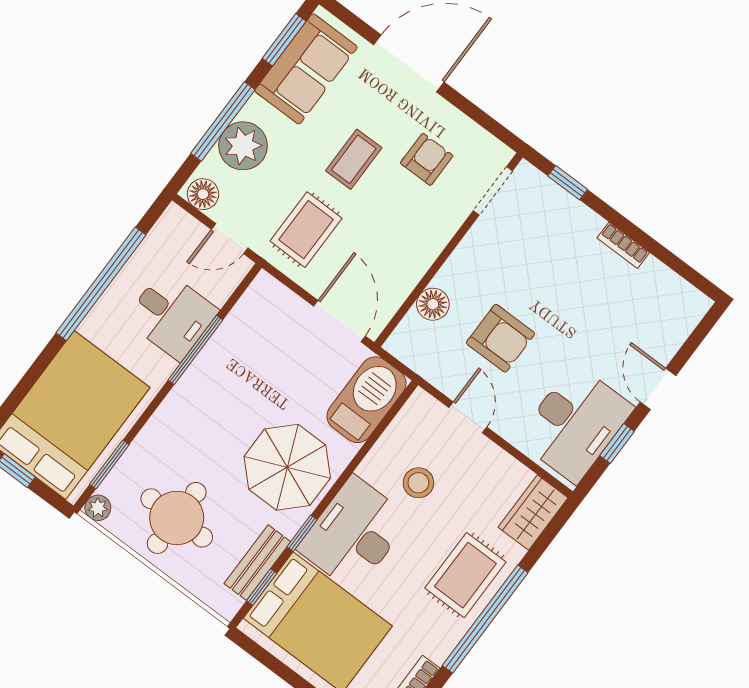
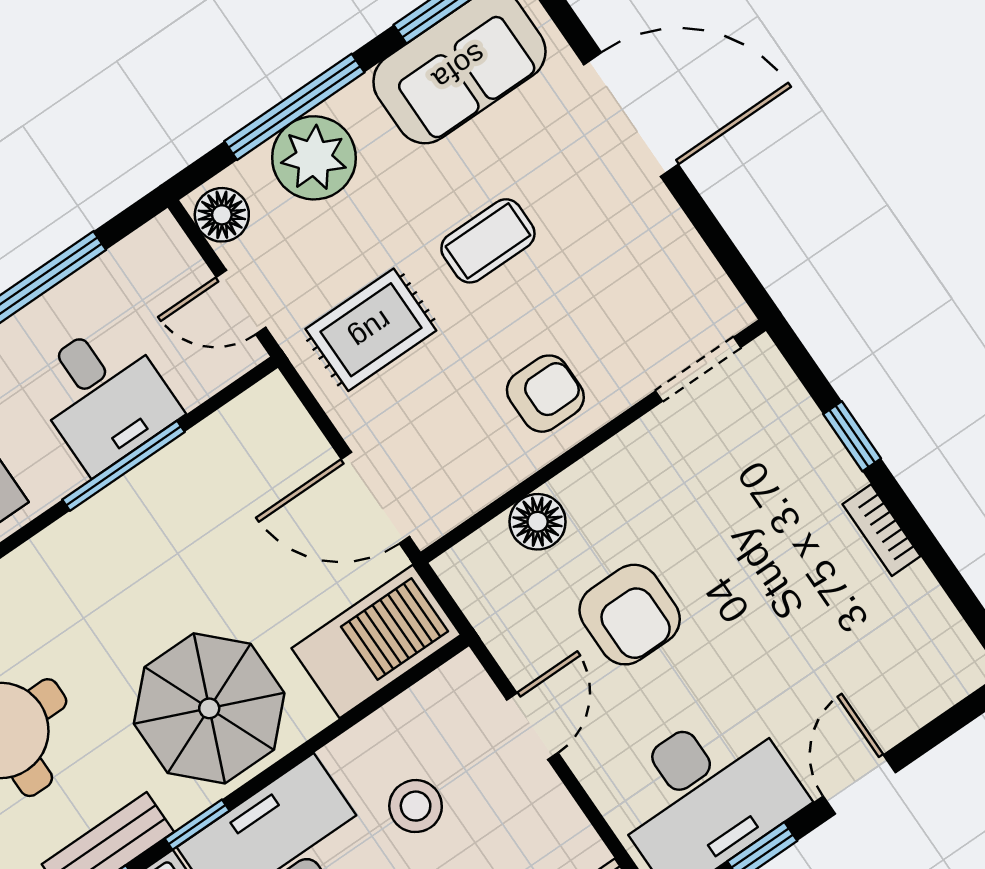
armchair: (427, 159) -> (545, 394), moved
window: (568, 183) -> (852, 436), moved
door: (339, 321) -> (375, 498), swing flipped

